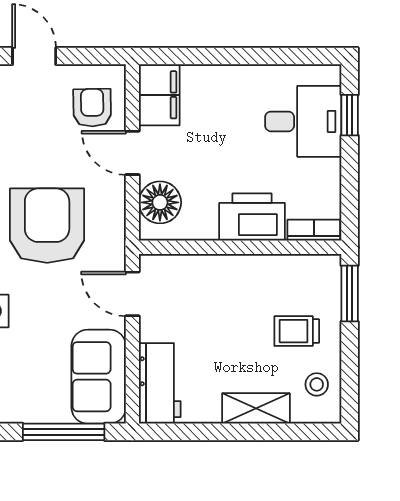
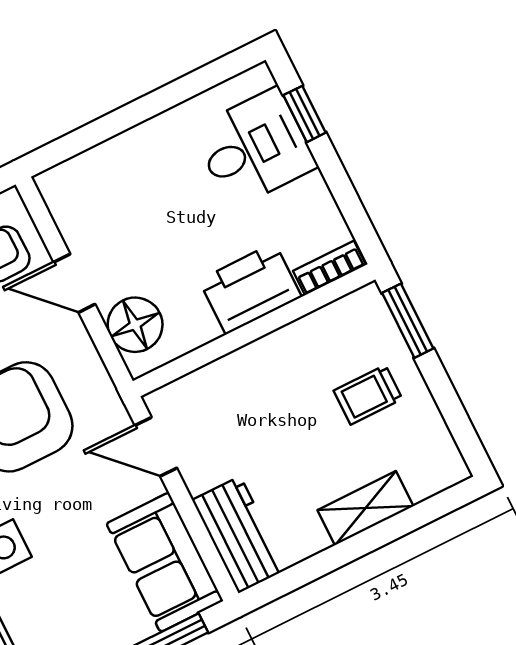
filing cabinet: (159, 95) -> (72, 200), removed
stool: (317, 384) -> (422, 445), removed

